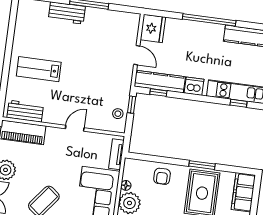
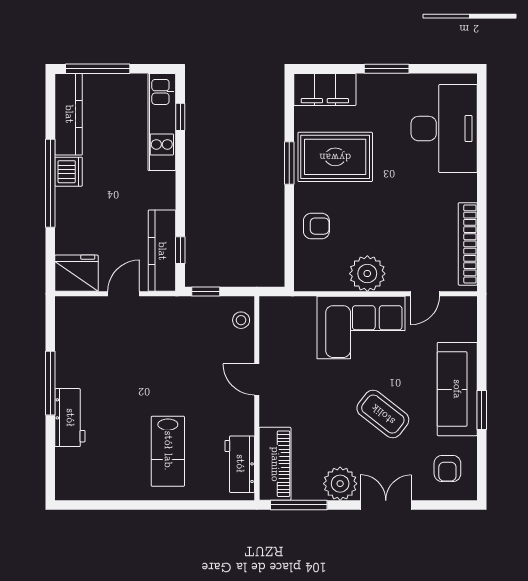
dishwasher: (194, 86) -> (69, 172), moved, turned 180
stool: (118, 114) -> (241, 320), moved
tv unit: (116, 154) -> (290, 306), removed
floor lamp: (126, 185) -> (339, 283), removed

